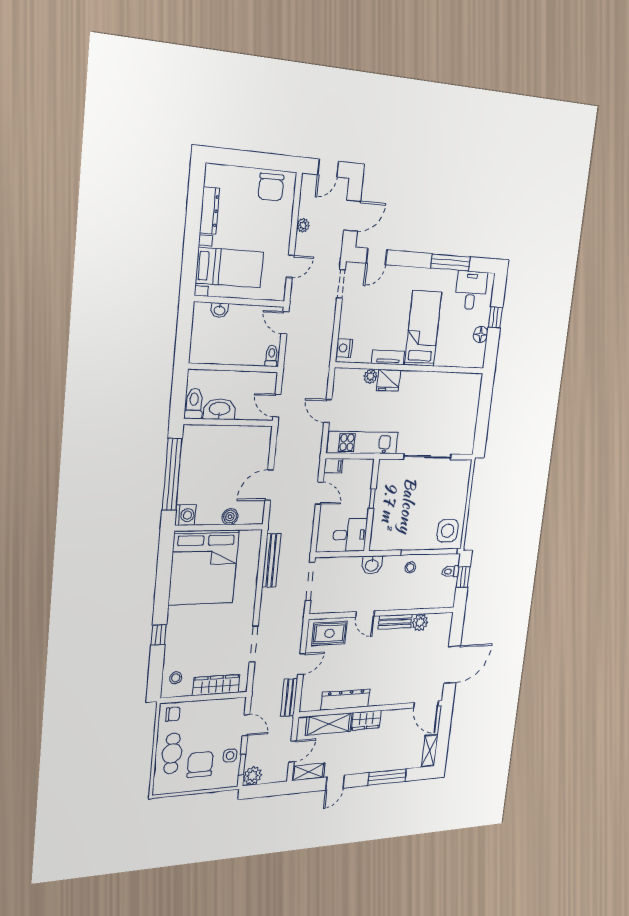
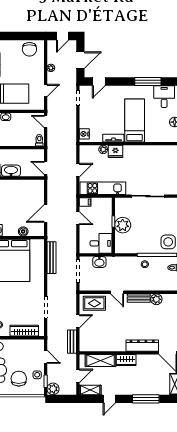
door: (328, 411) -> (78, 170), swing flipped
plant: (386, 504) -> (123, 225), added
washbasin: (372, 565) -> (99, 262), moved
dresser: (345, 700) -> (142, 346), moved

